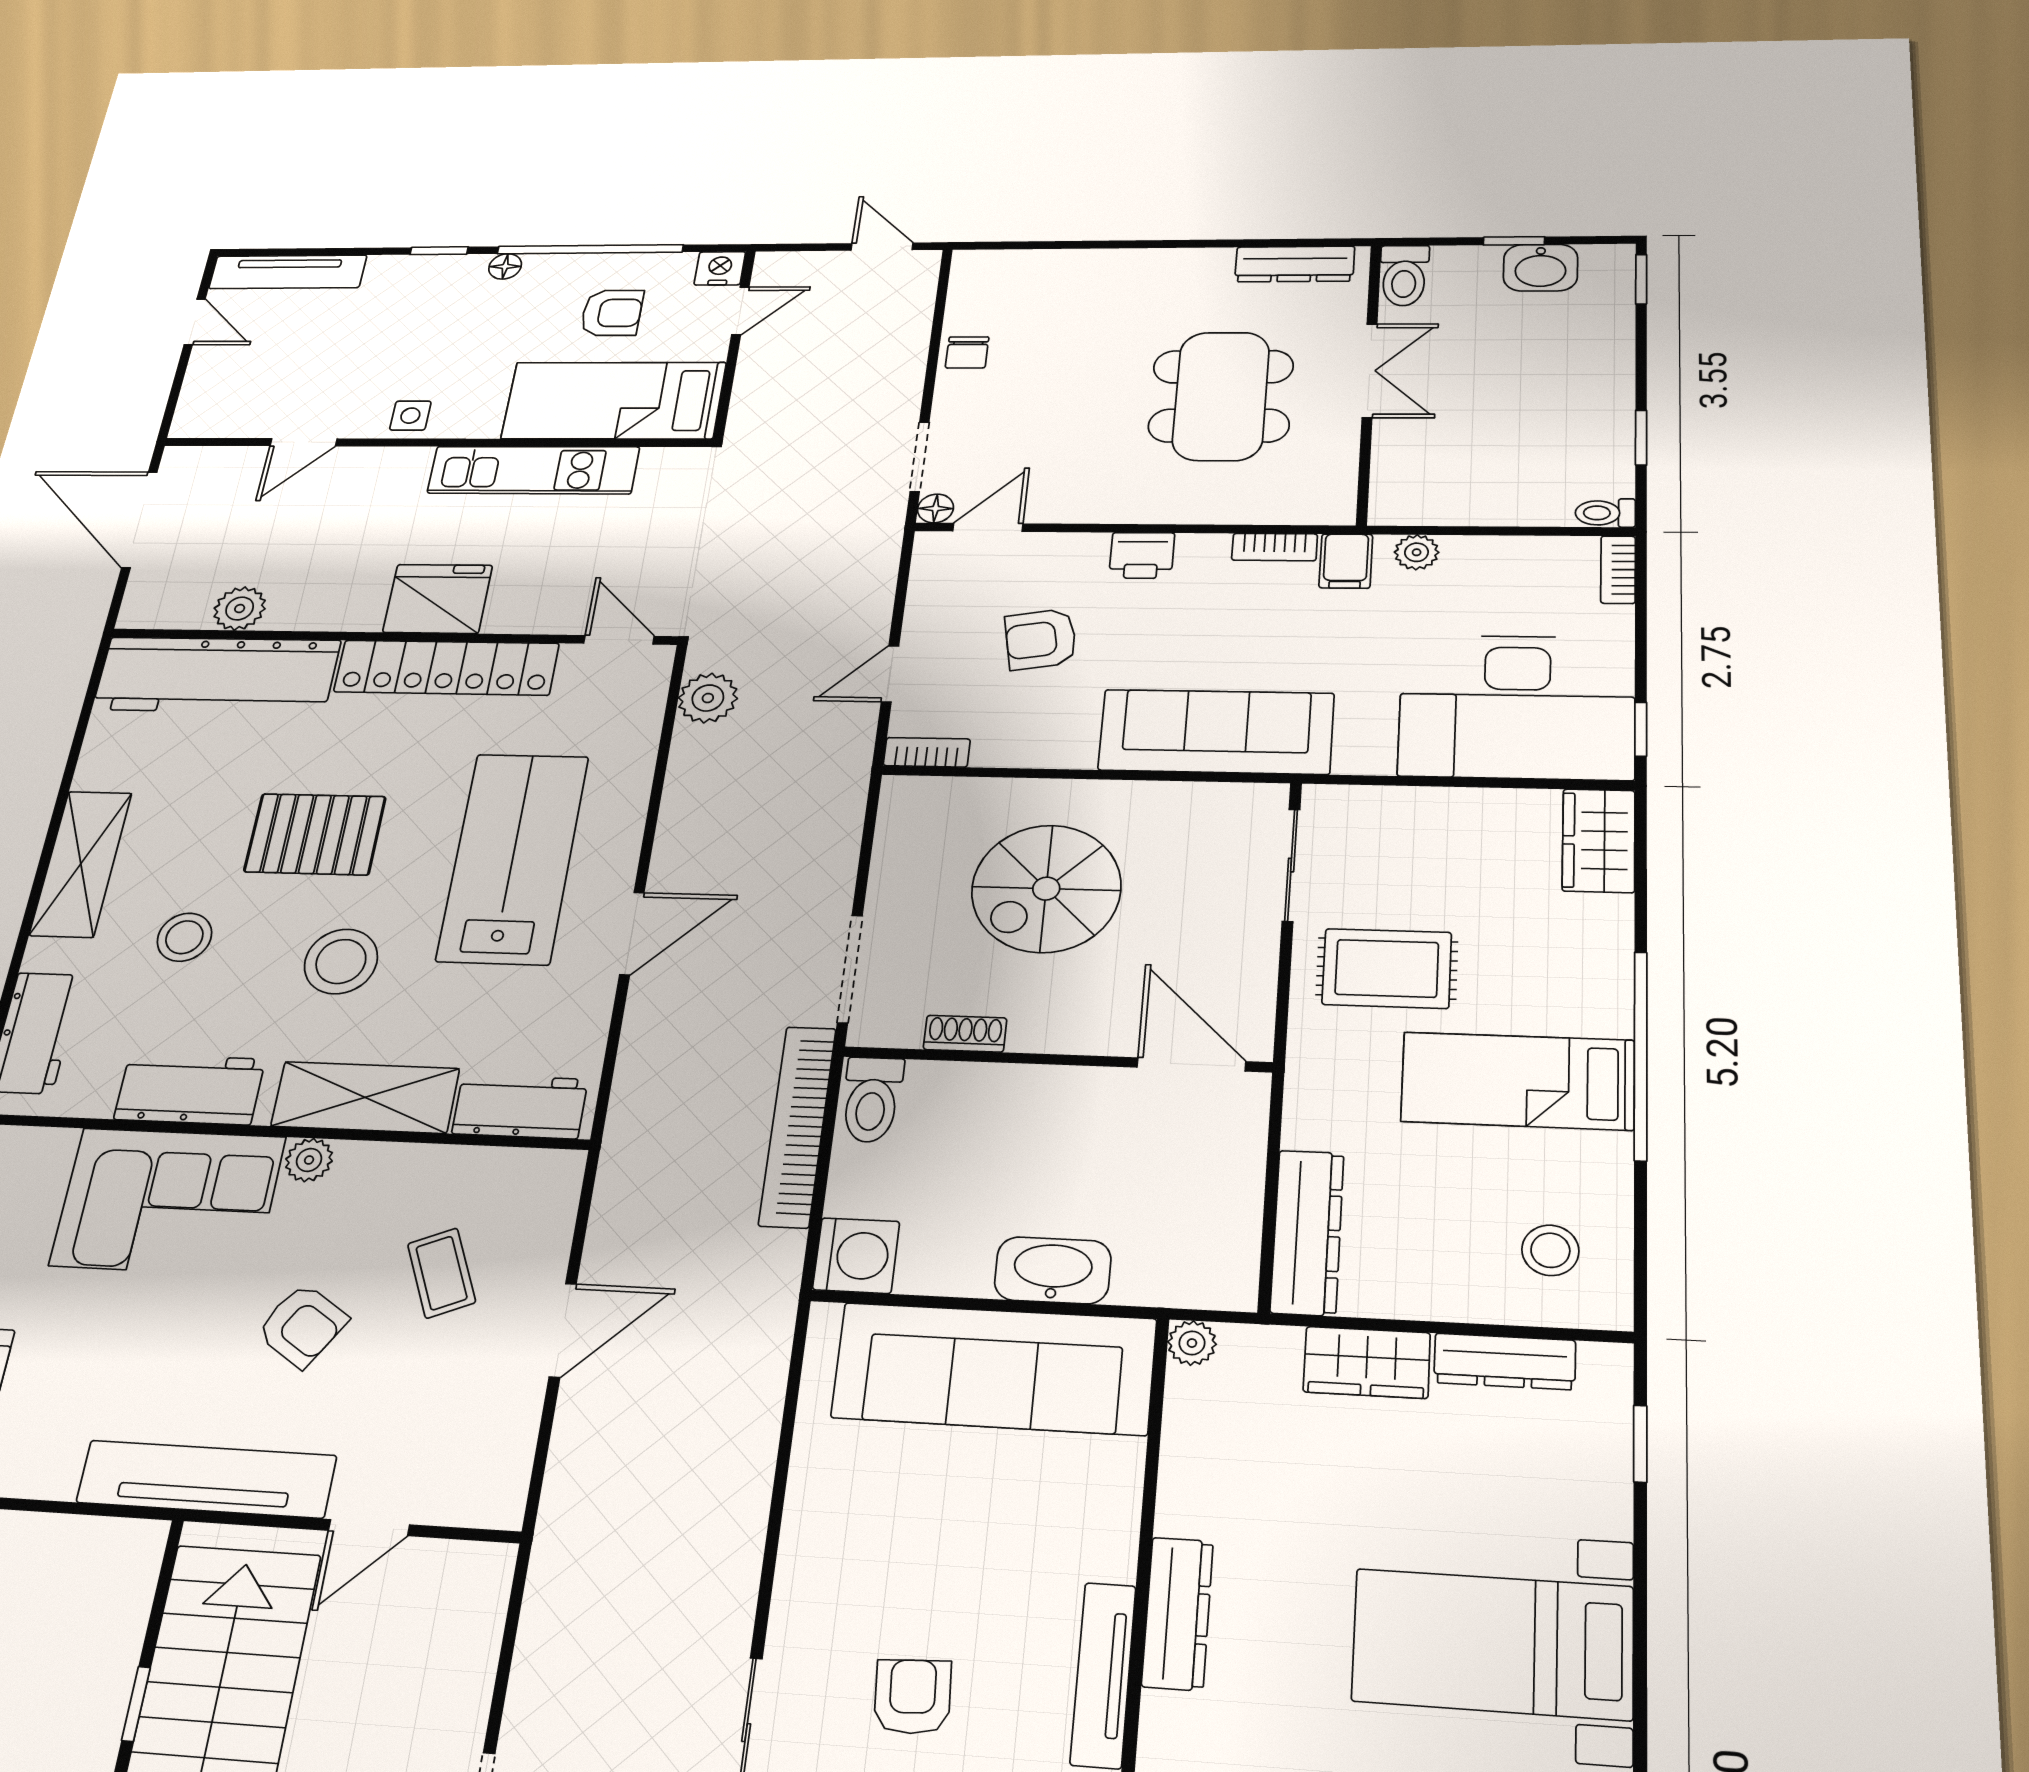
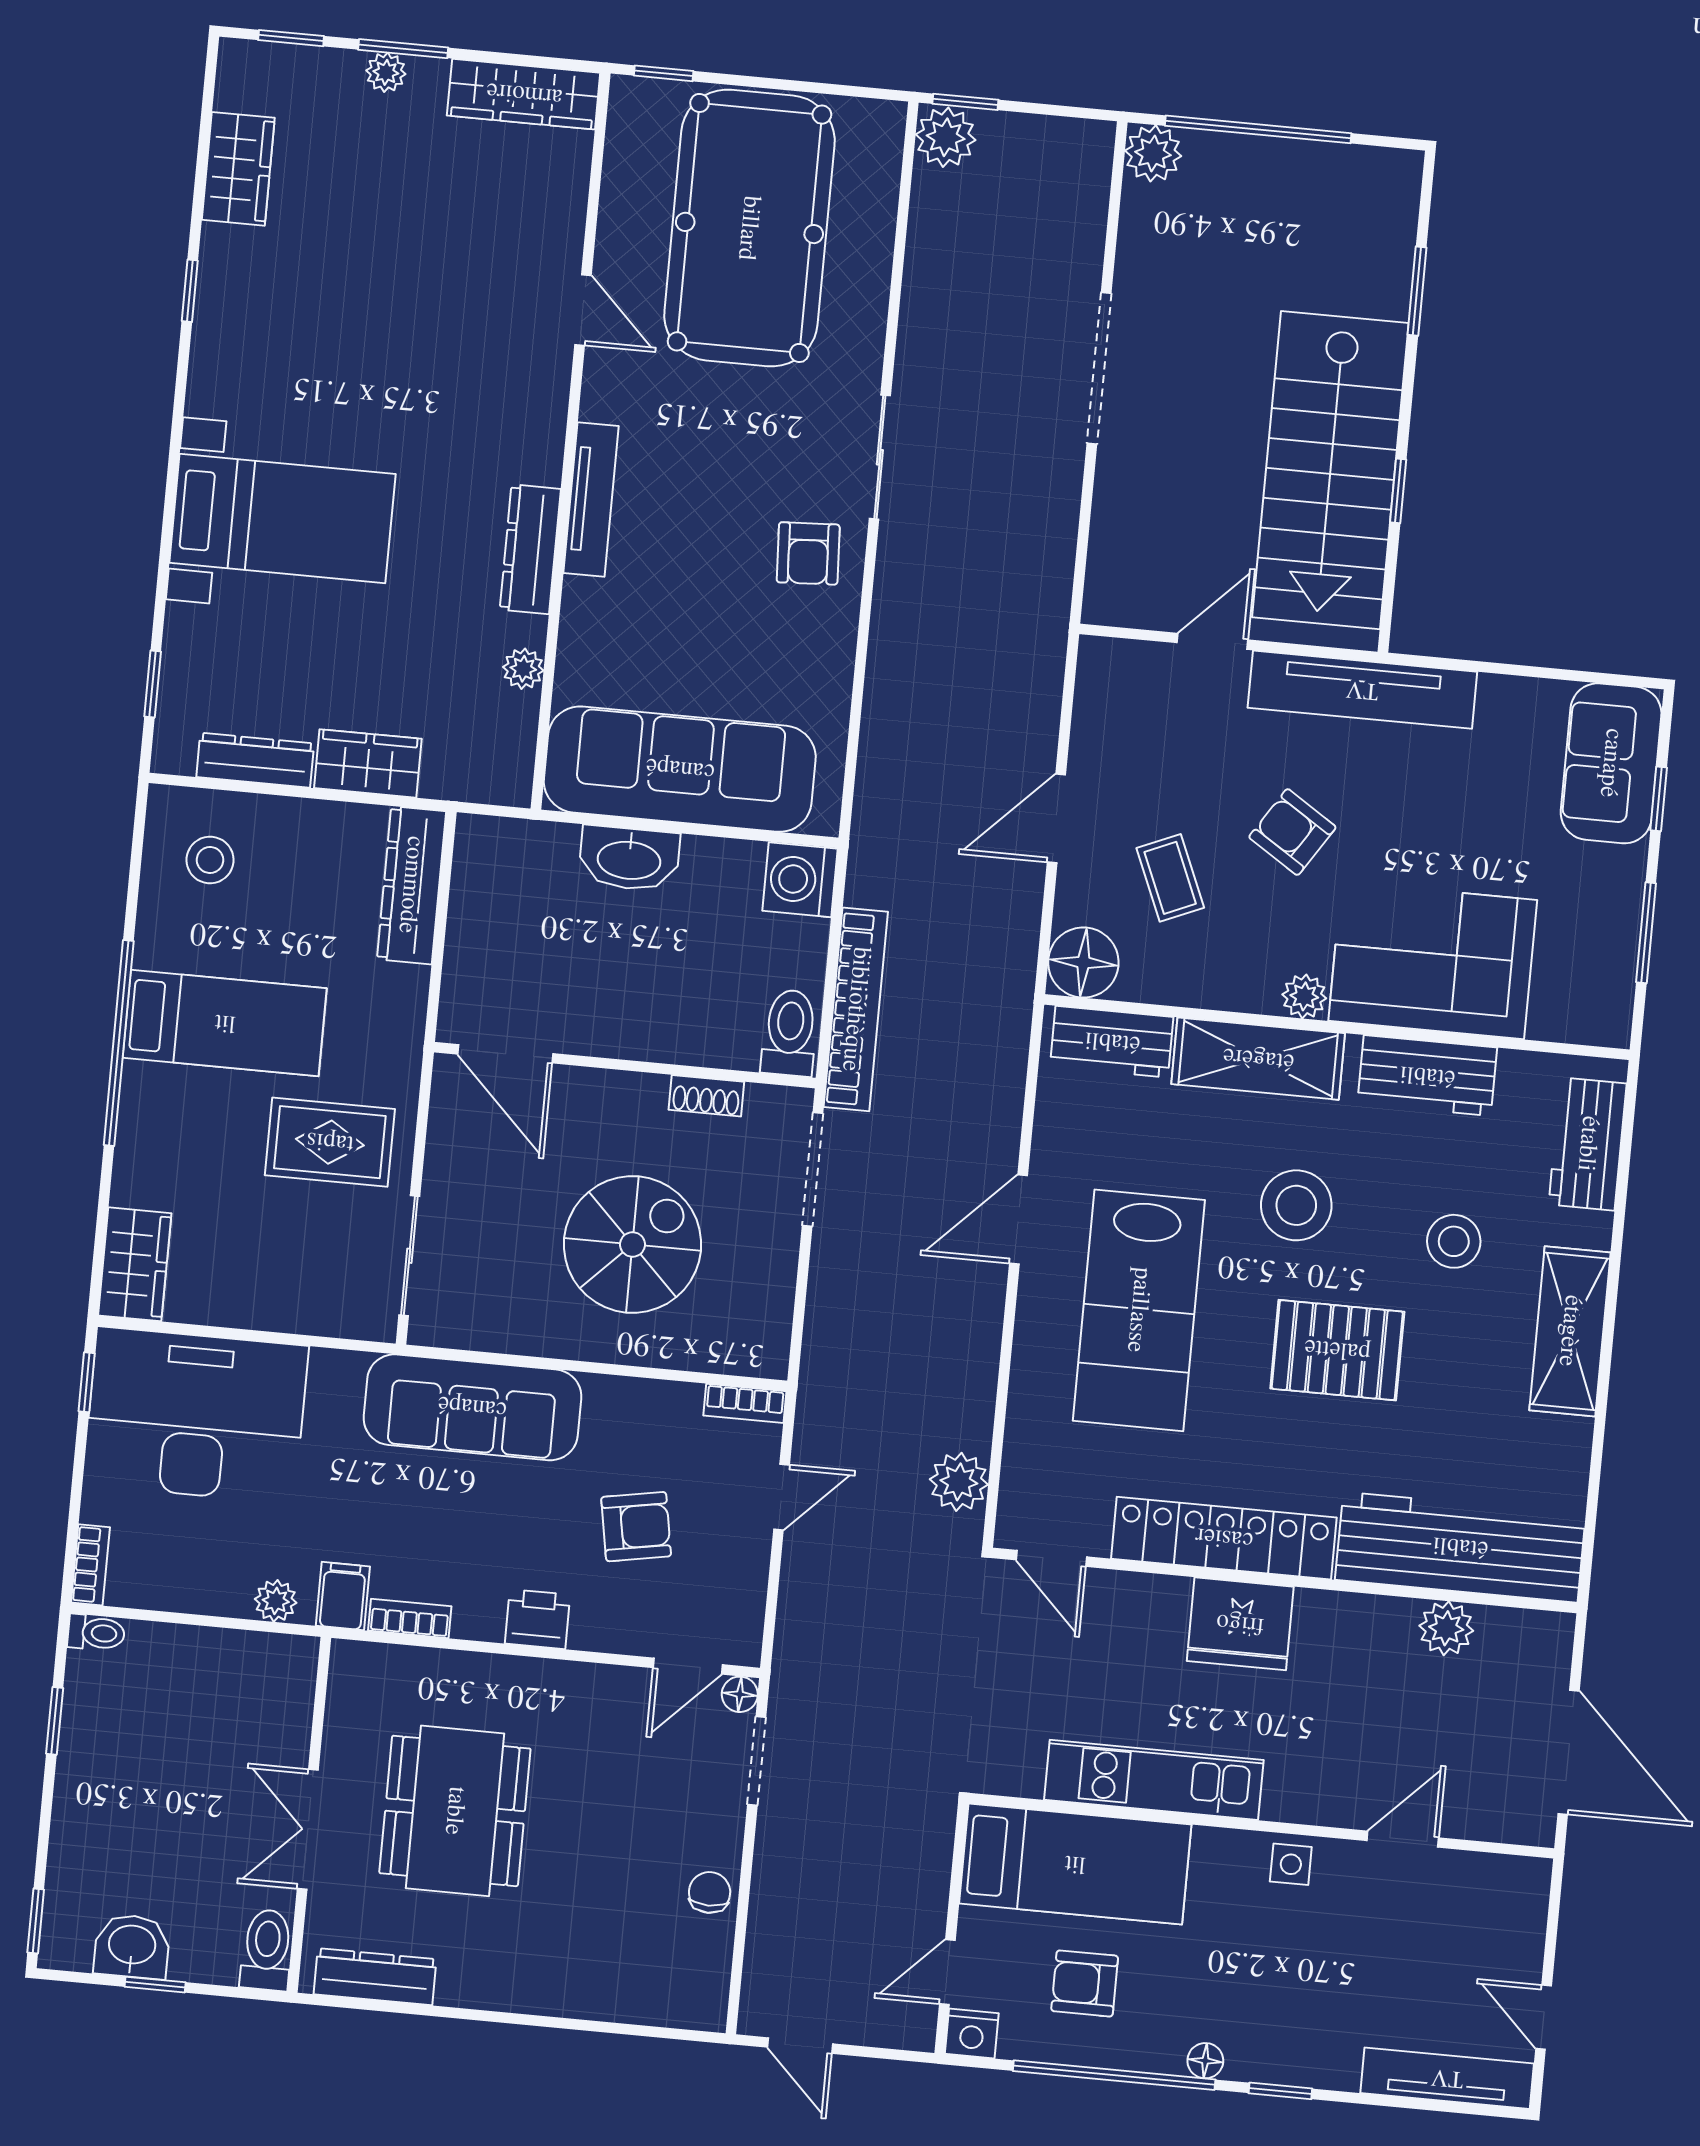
floor lamp: (544, 1184) -> (1083, 962), added
plant: (1192, 1343) -> (523, 669), moved
armchair: (913, 1697) -> (808, 553), moved

